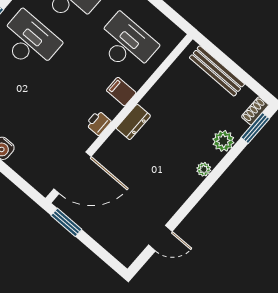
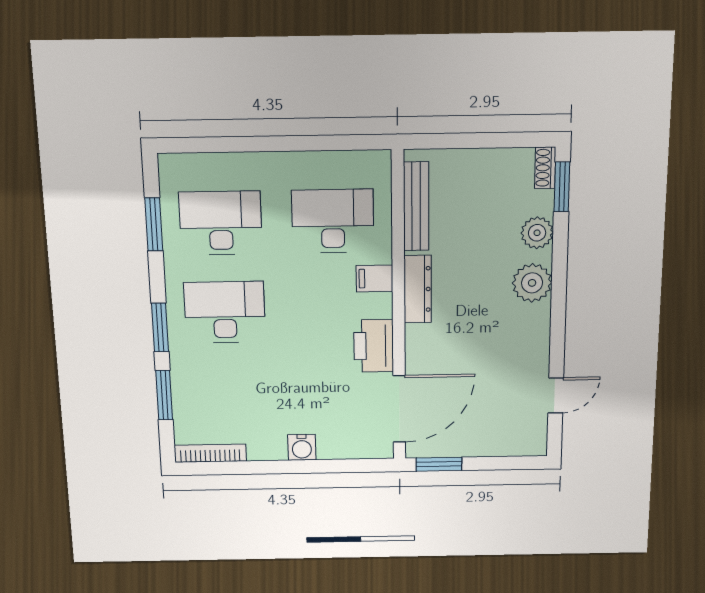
bench: (217, 71) -> (416, 206), moved, turned 90
dresser: (133, 122) -> (418, 289), width x1.44
printer: (98, 123) -> (374, 346), width x1.87, depth x1.48
plant: (204, 169) -> (532, 283), width x1.88, depth x1.88

